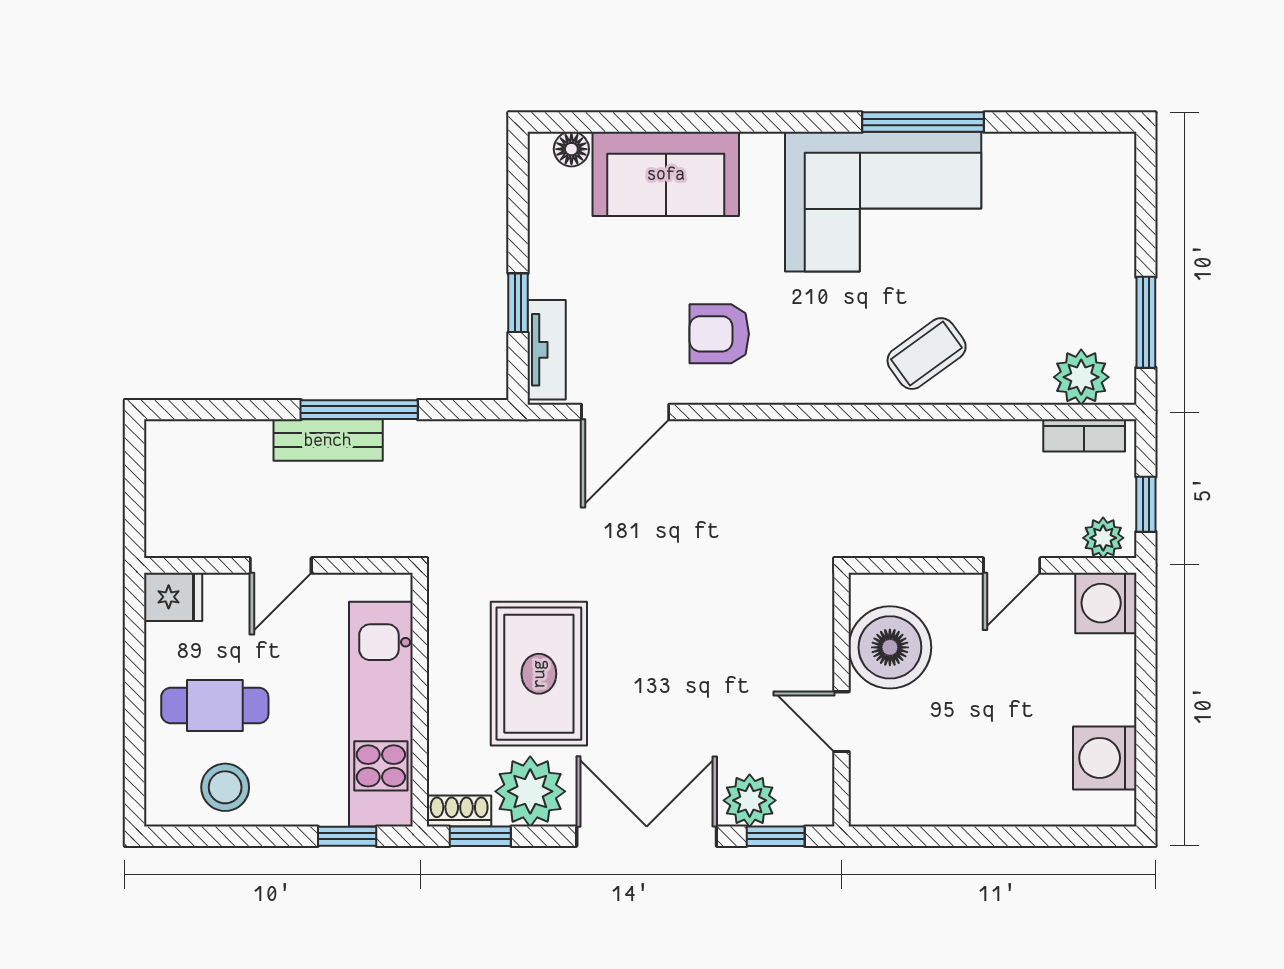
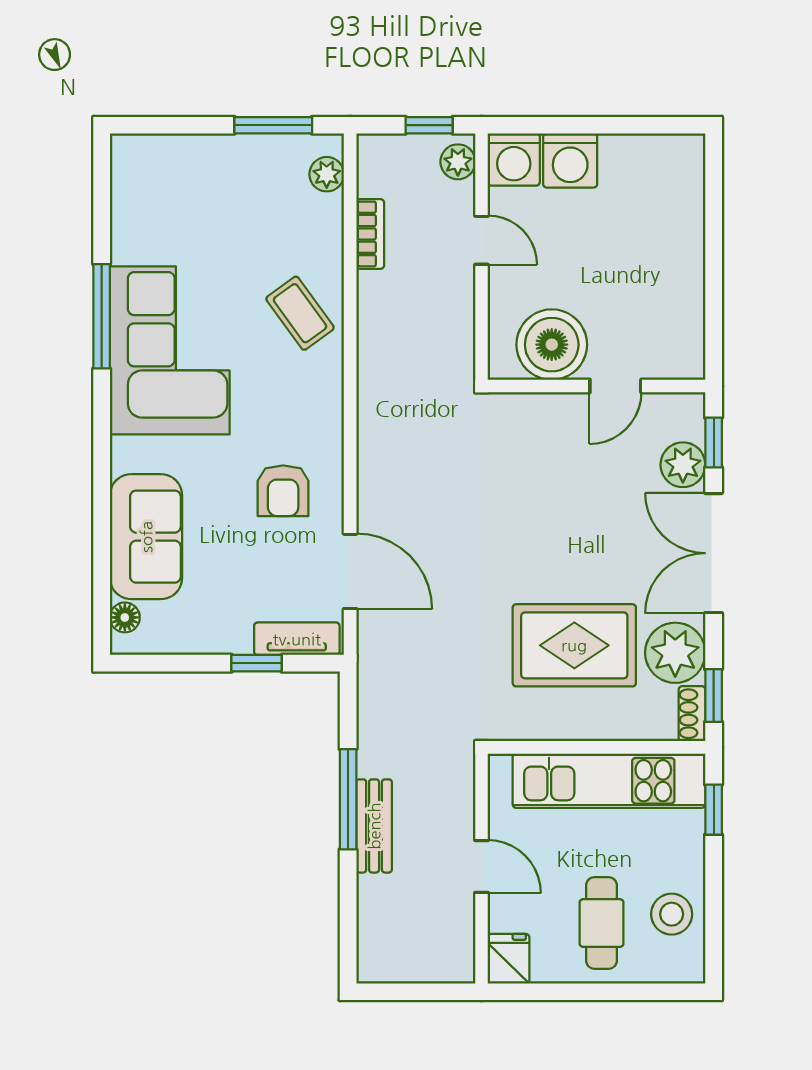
plant: (1081, 377) -> (327, 174), width x0.73, depth x0.73
bookcase: (1084, 435) -> (370, 234), moved
washing machine: (1105, 758) -> (570, 160), moved

